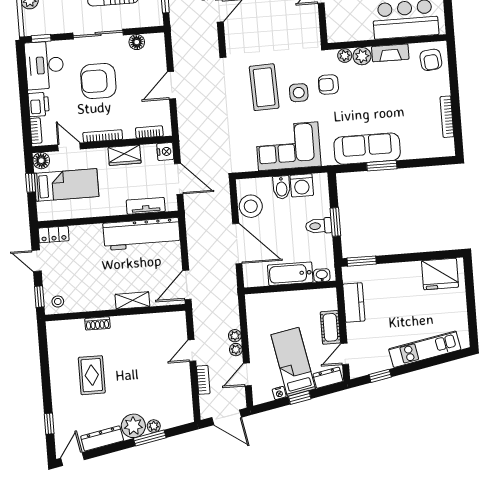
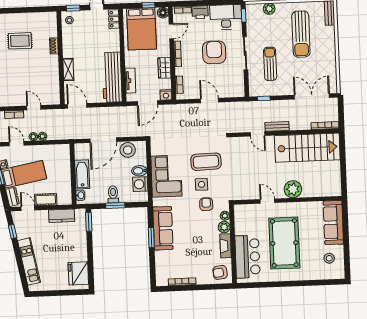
floor lamp: (137, 42) -> (239, 79), removed
bed: (66, 185) -> (142, 29), width x1.50

